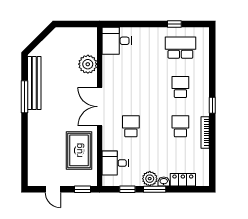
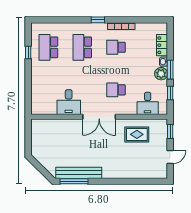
desk: (117, 41) -> (69, 102), moved
plant: (88, 64) -> (63, 127), removed
school desk: (180, 87) -> (82, 47), width x1.85
window: (25, 97) -> (74, 181), moved
rug: (79, 150) -> (137, 134), width x0.73, depth x0.70

